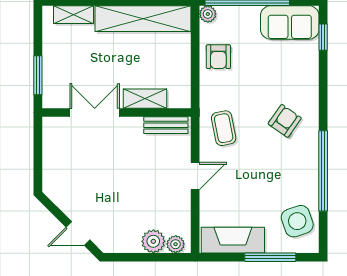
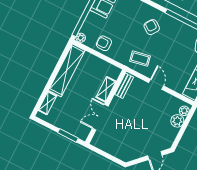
armchair: (218, 57) -> (104, 43), turned 180

